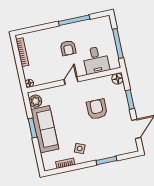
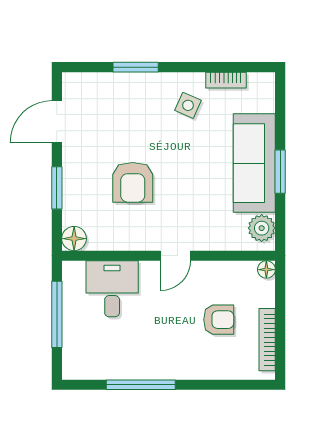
armchair: (68, 48) -> (219, 320), moved, turned 90

